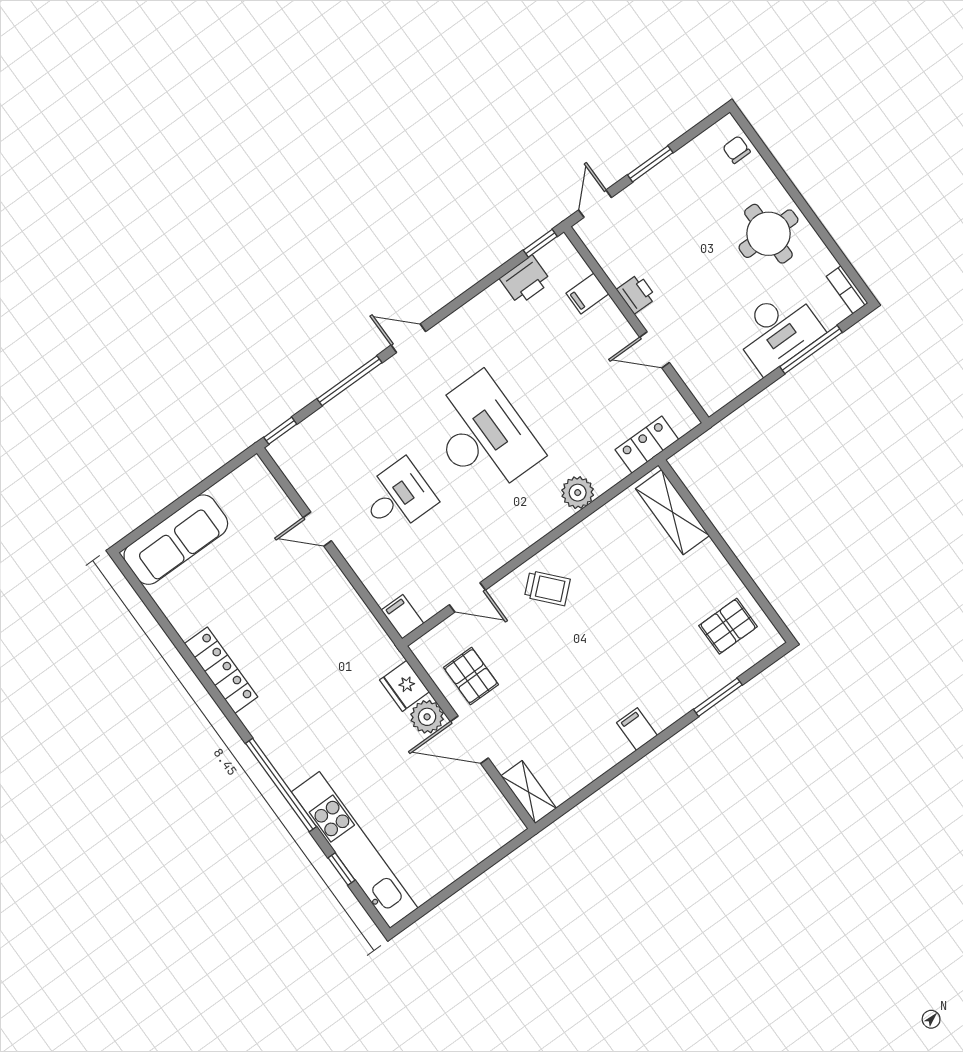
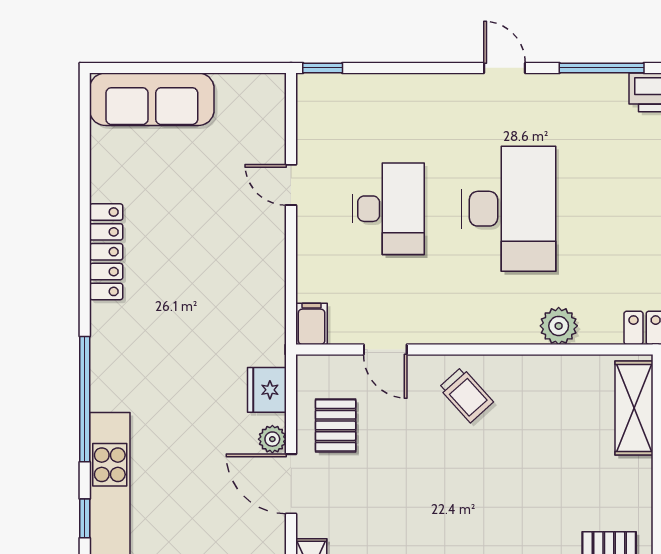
window: (350, 381) -> (602, 68), moved
desk: (398, 497) -> (388, 209), width x1.37
plant: (427, 717) -> (272, 439), width x0.73, depth x0.73

